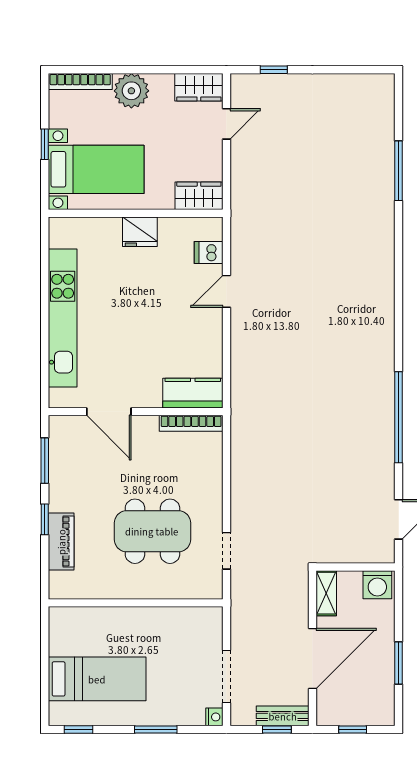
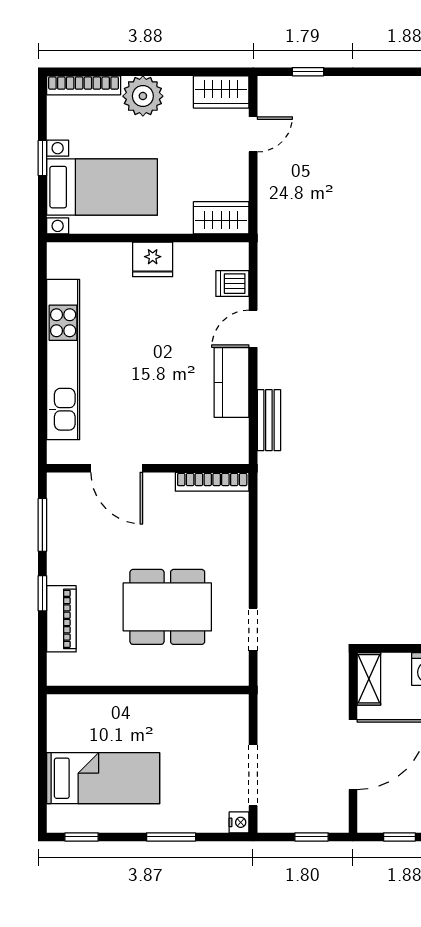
kitchen counter: (193, 393) -> (232, 382), moved, turned -90
bench: (283, 716) -> (269, 420), moved, turned 90

